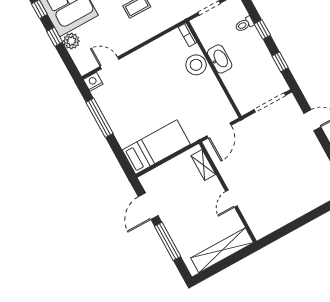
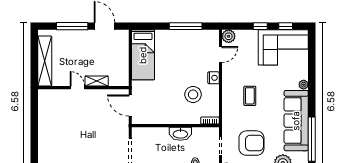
plant: (71, 41) -> (229, 36), moved
stool: (196, 65) -> (193, 94), moved
nightstand: (93, 82) -> (214, 78), moved
shelving: (203, 165) -> (97, 81), moved

